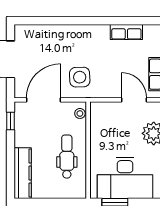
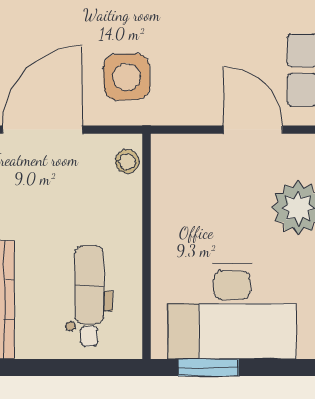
dental chair: (67, 157) -> (89, 296), moved

